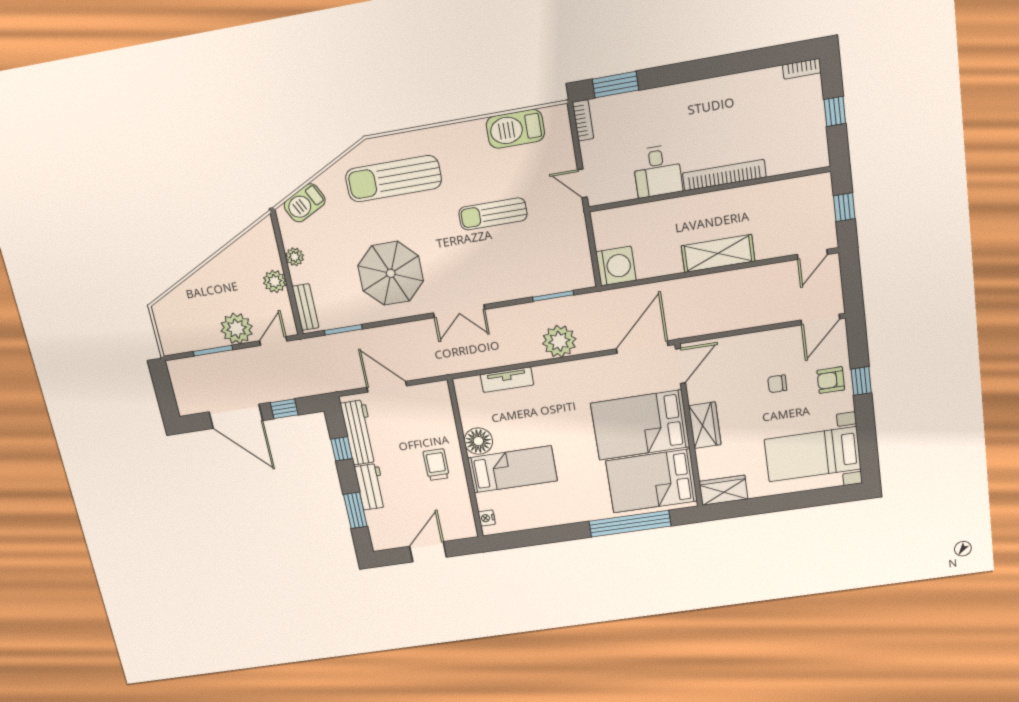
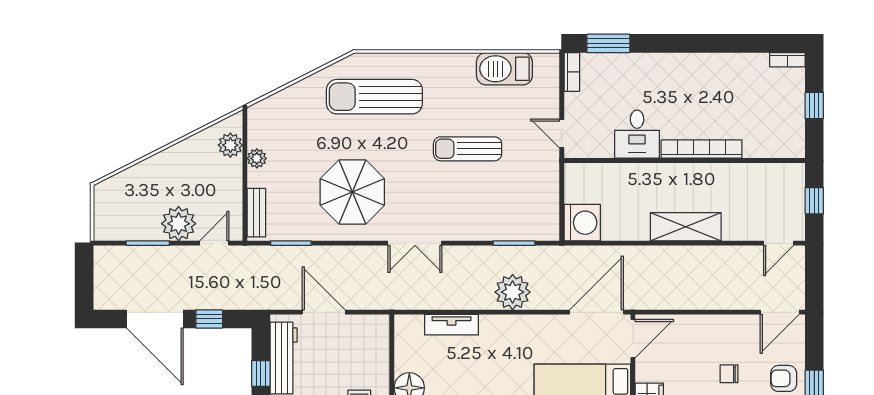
barbecue: (305, 203) -> (279, 105), removed
plant: (275, 281) -> (230, 145), moved

